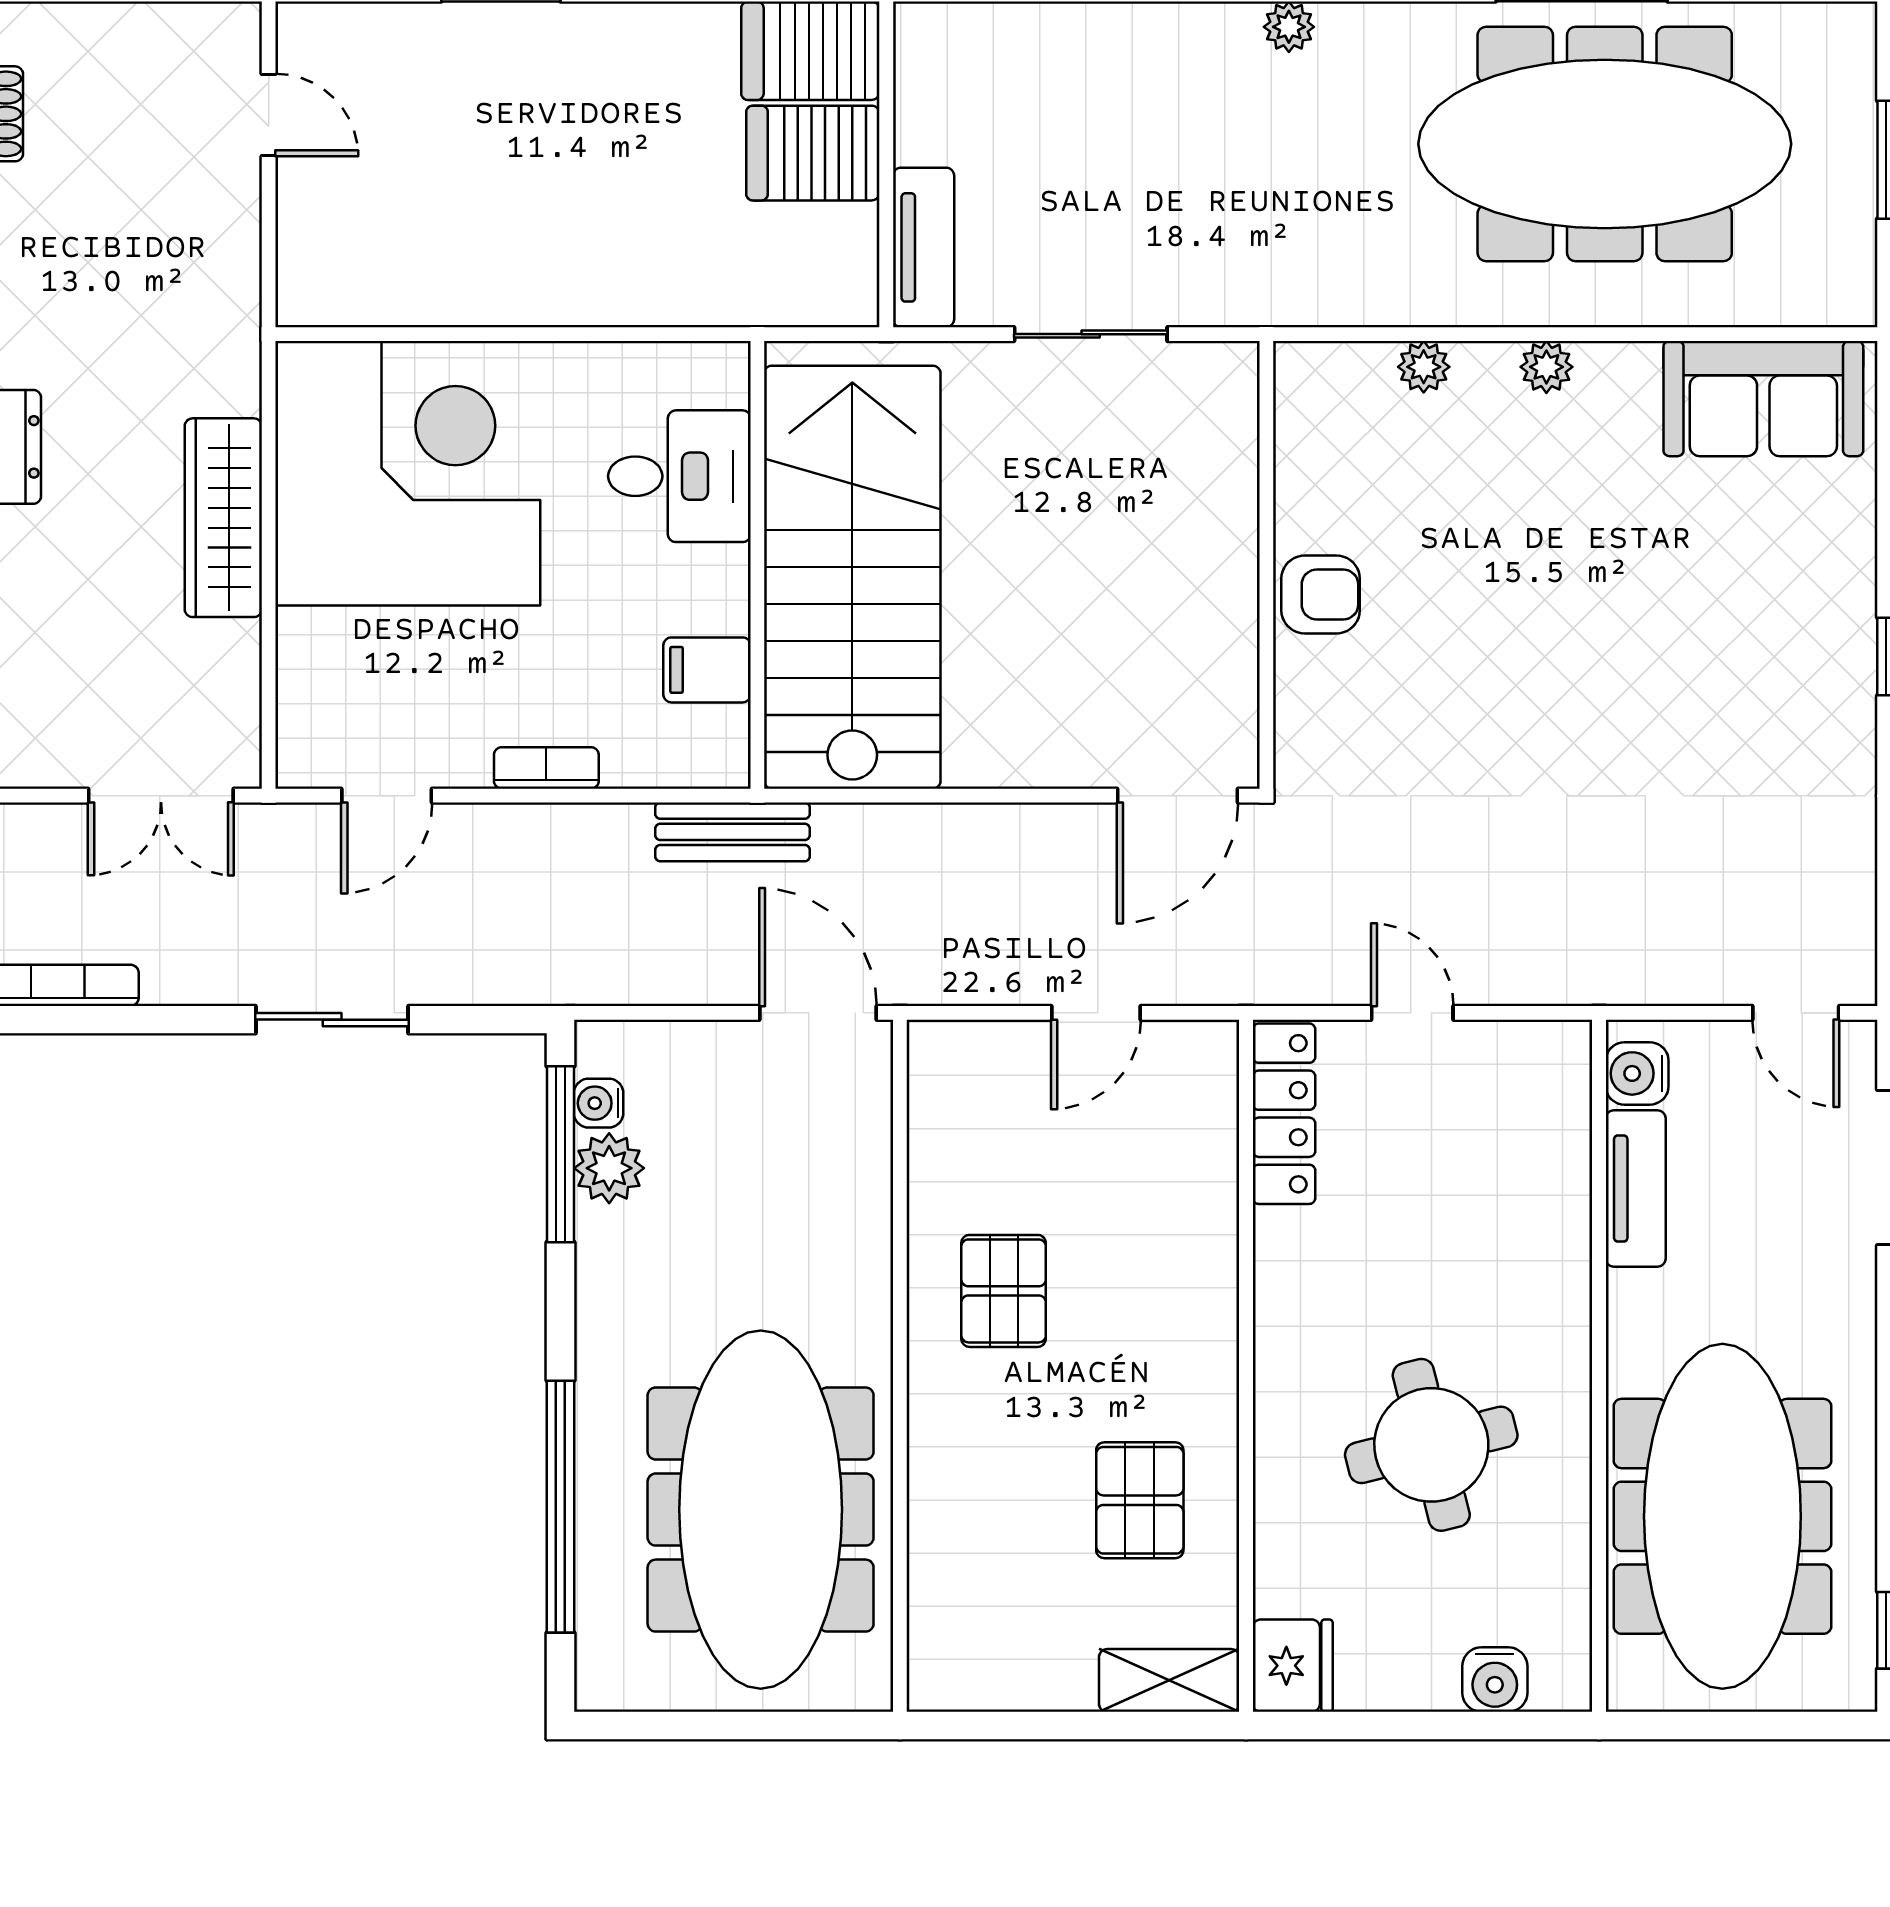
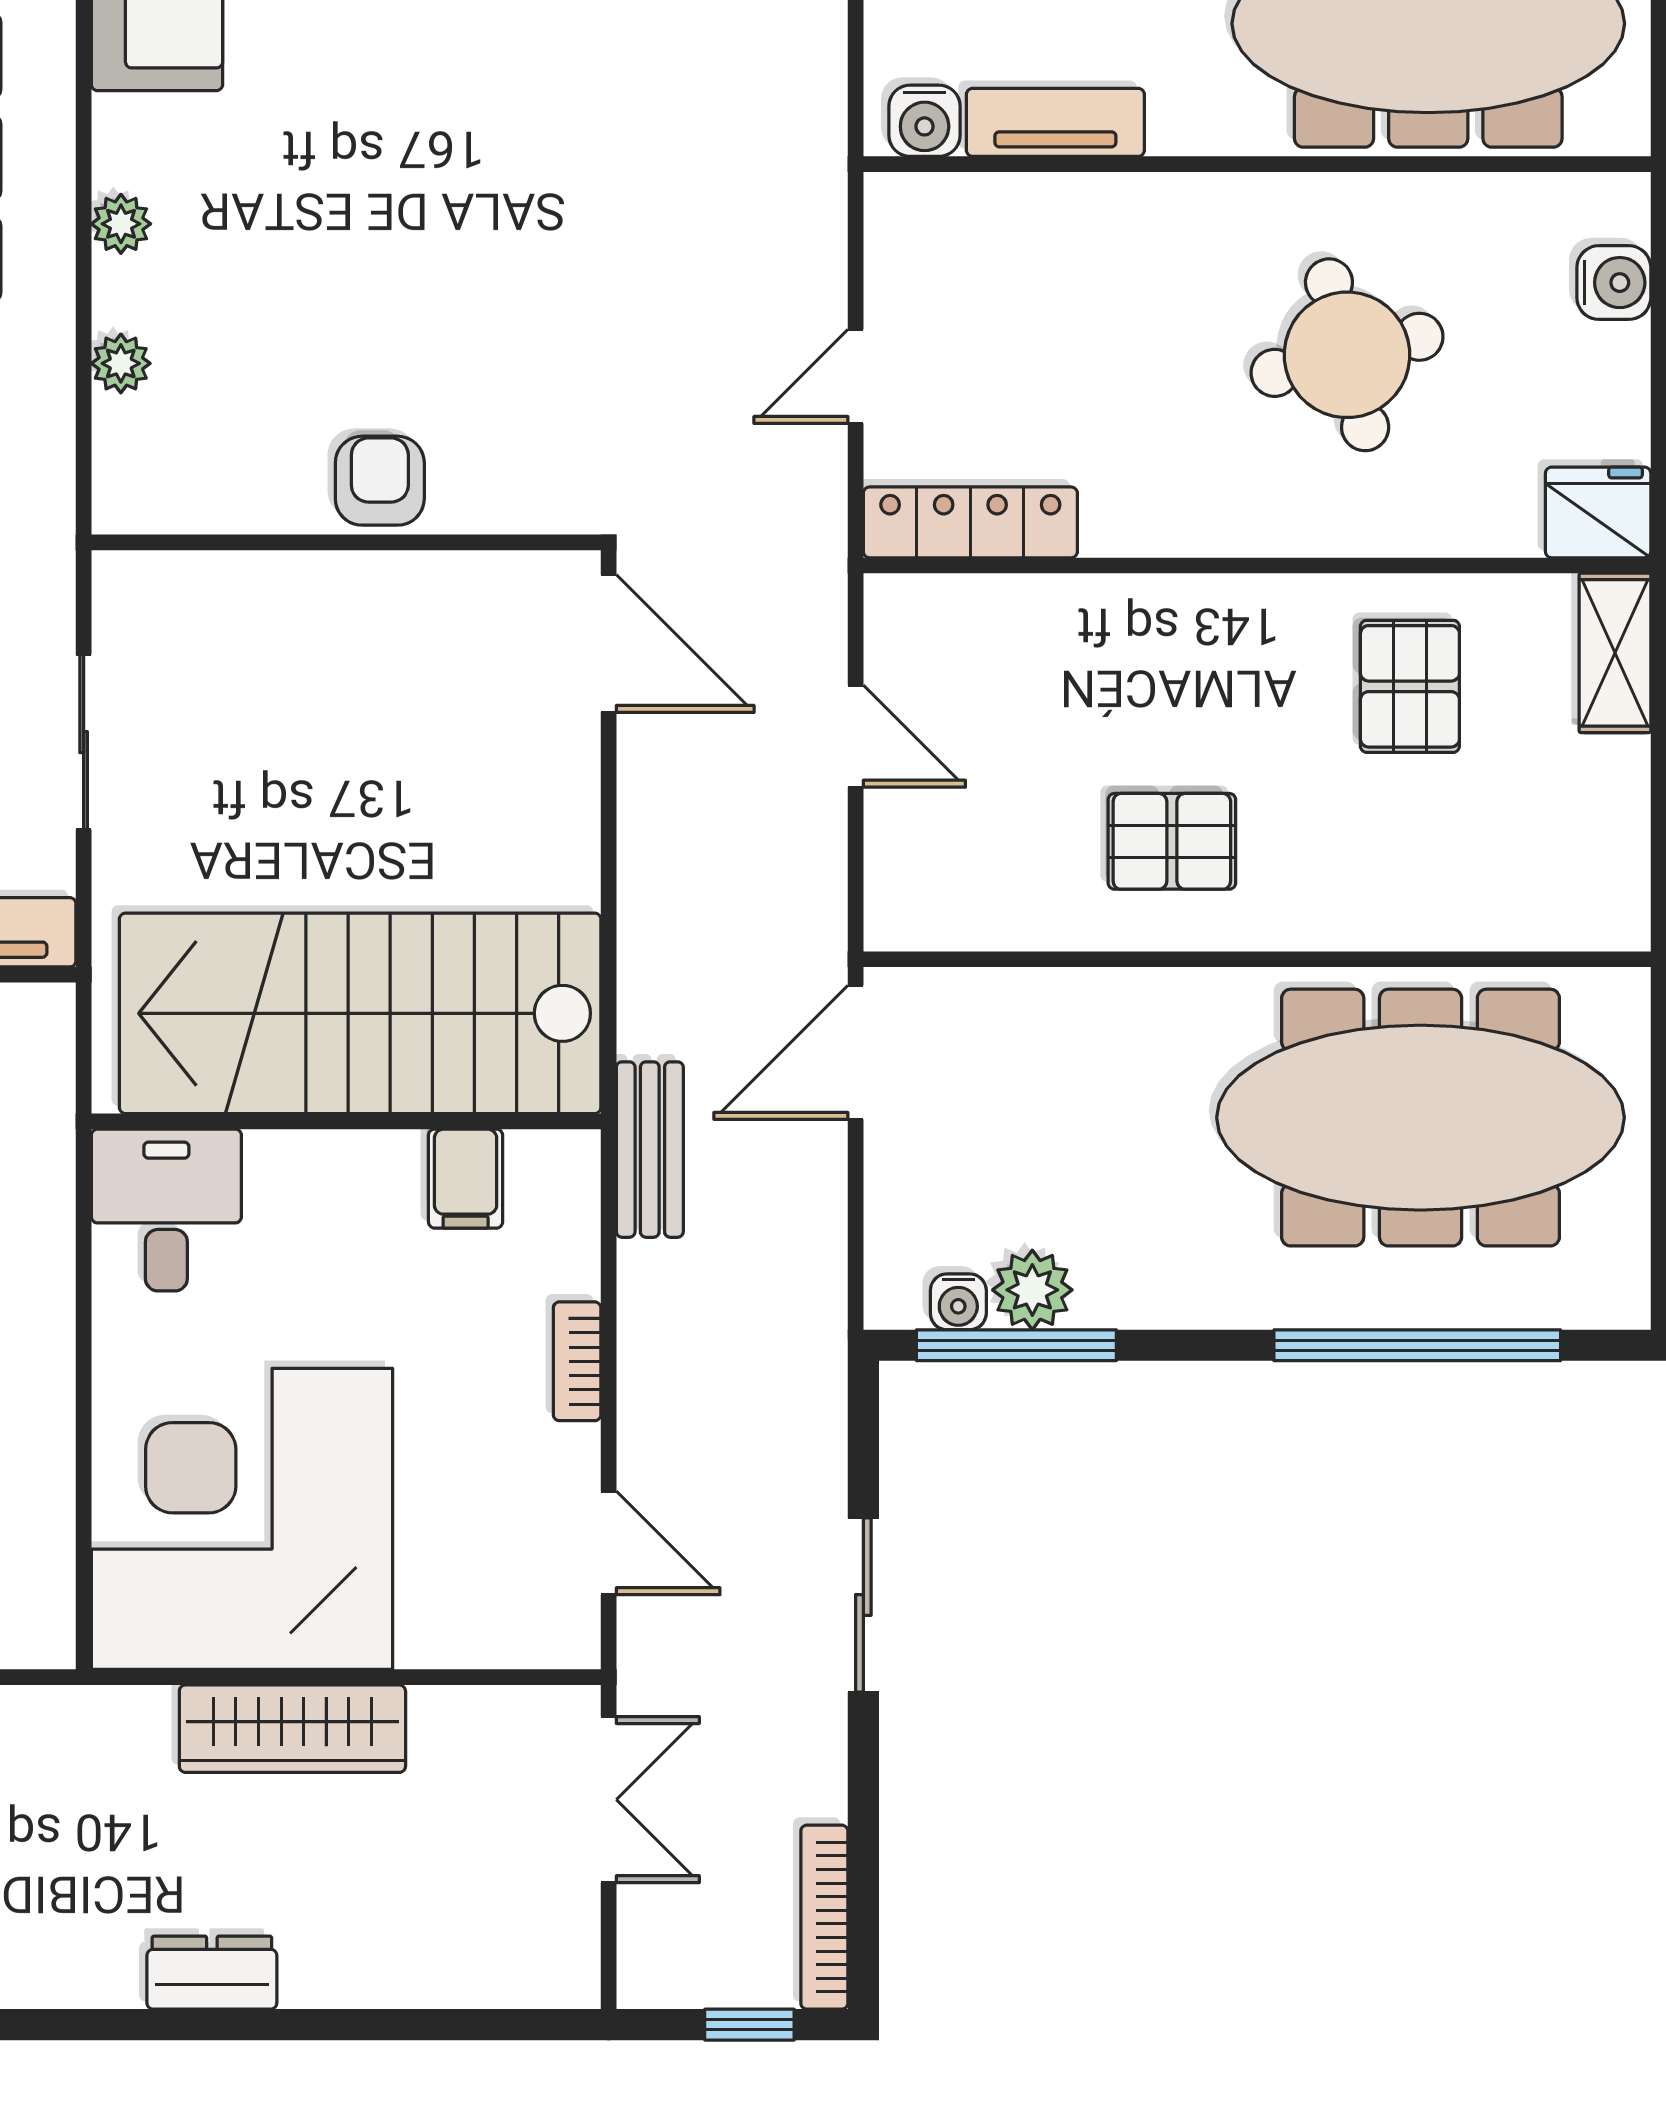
desk: (679, 476) -> (166, 1210), moved
pallet: (1140, 1500) -> (1410, 686), turned 90

